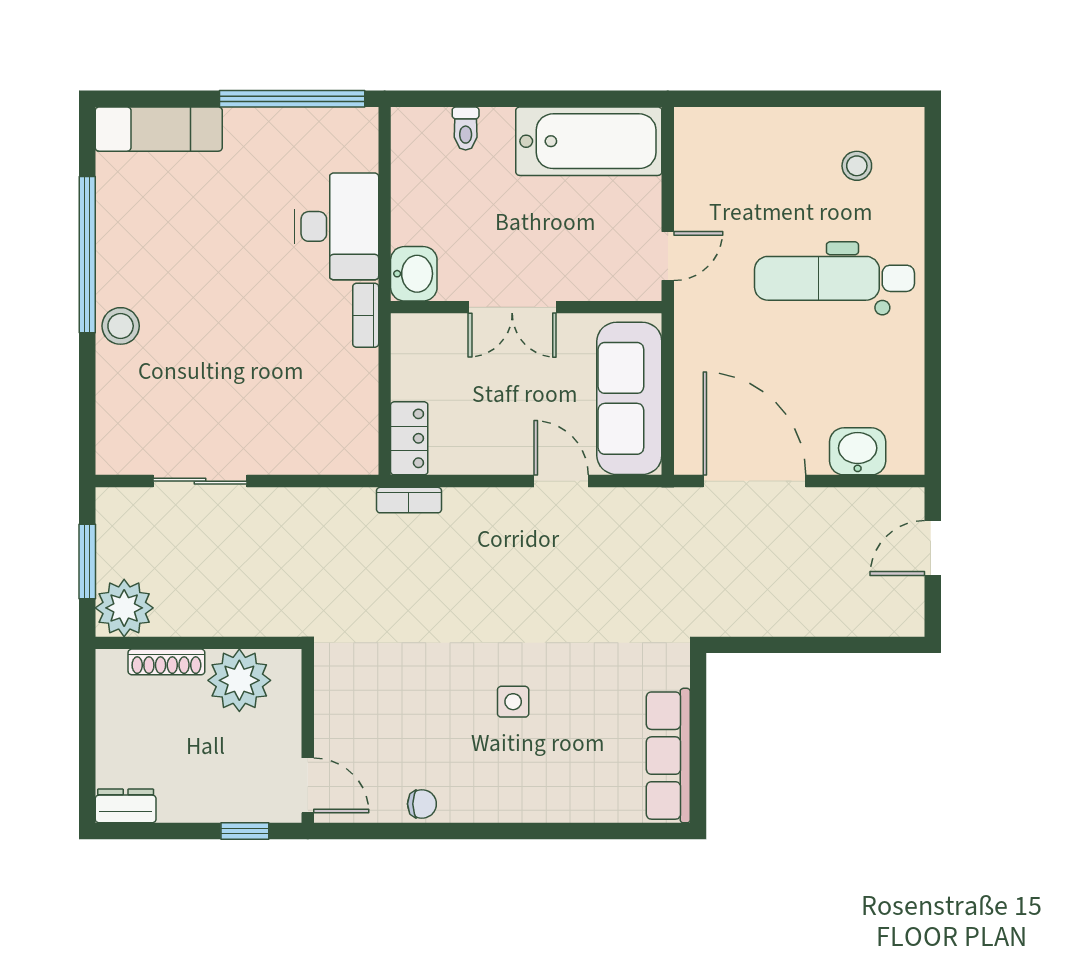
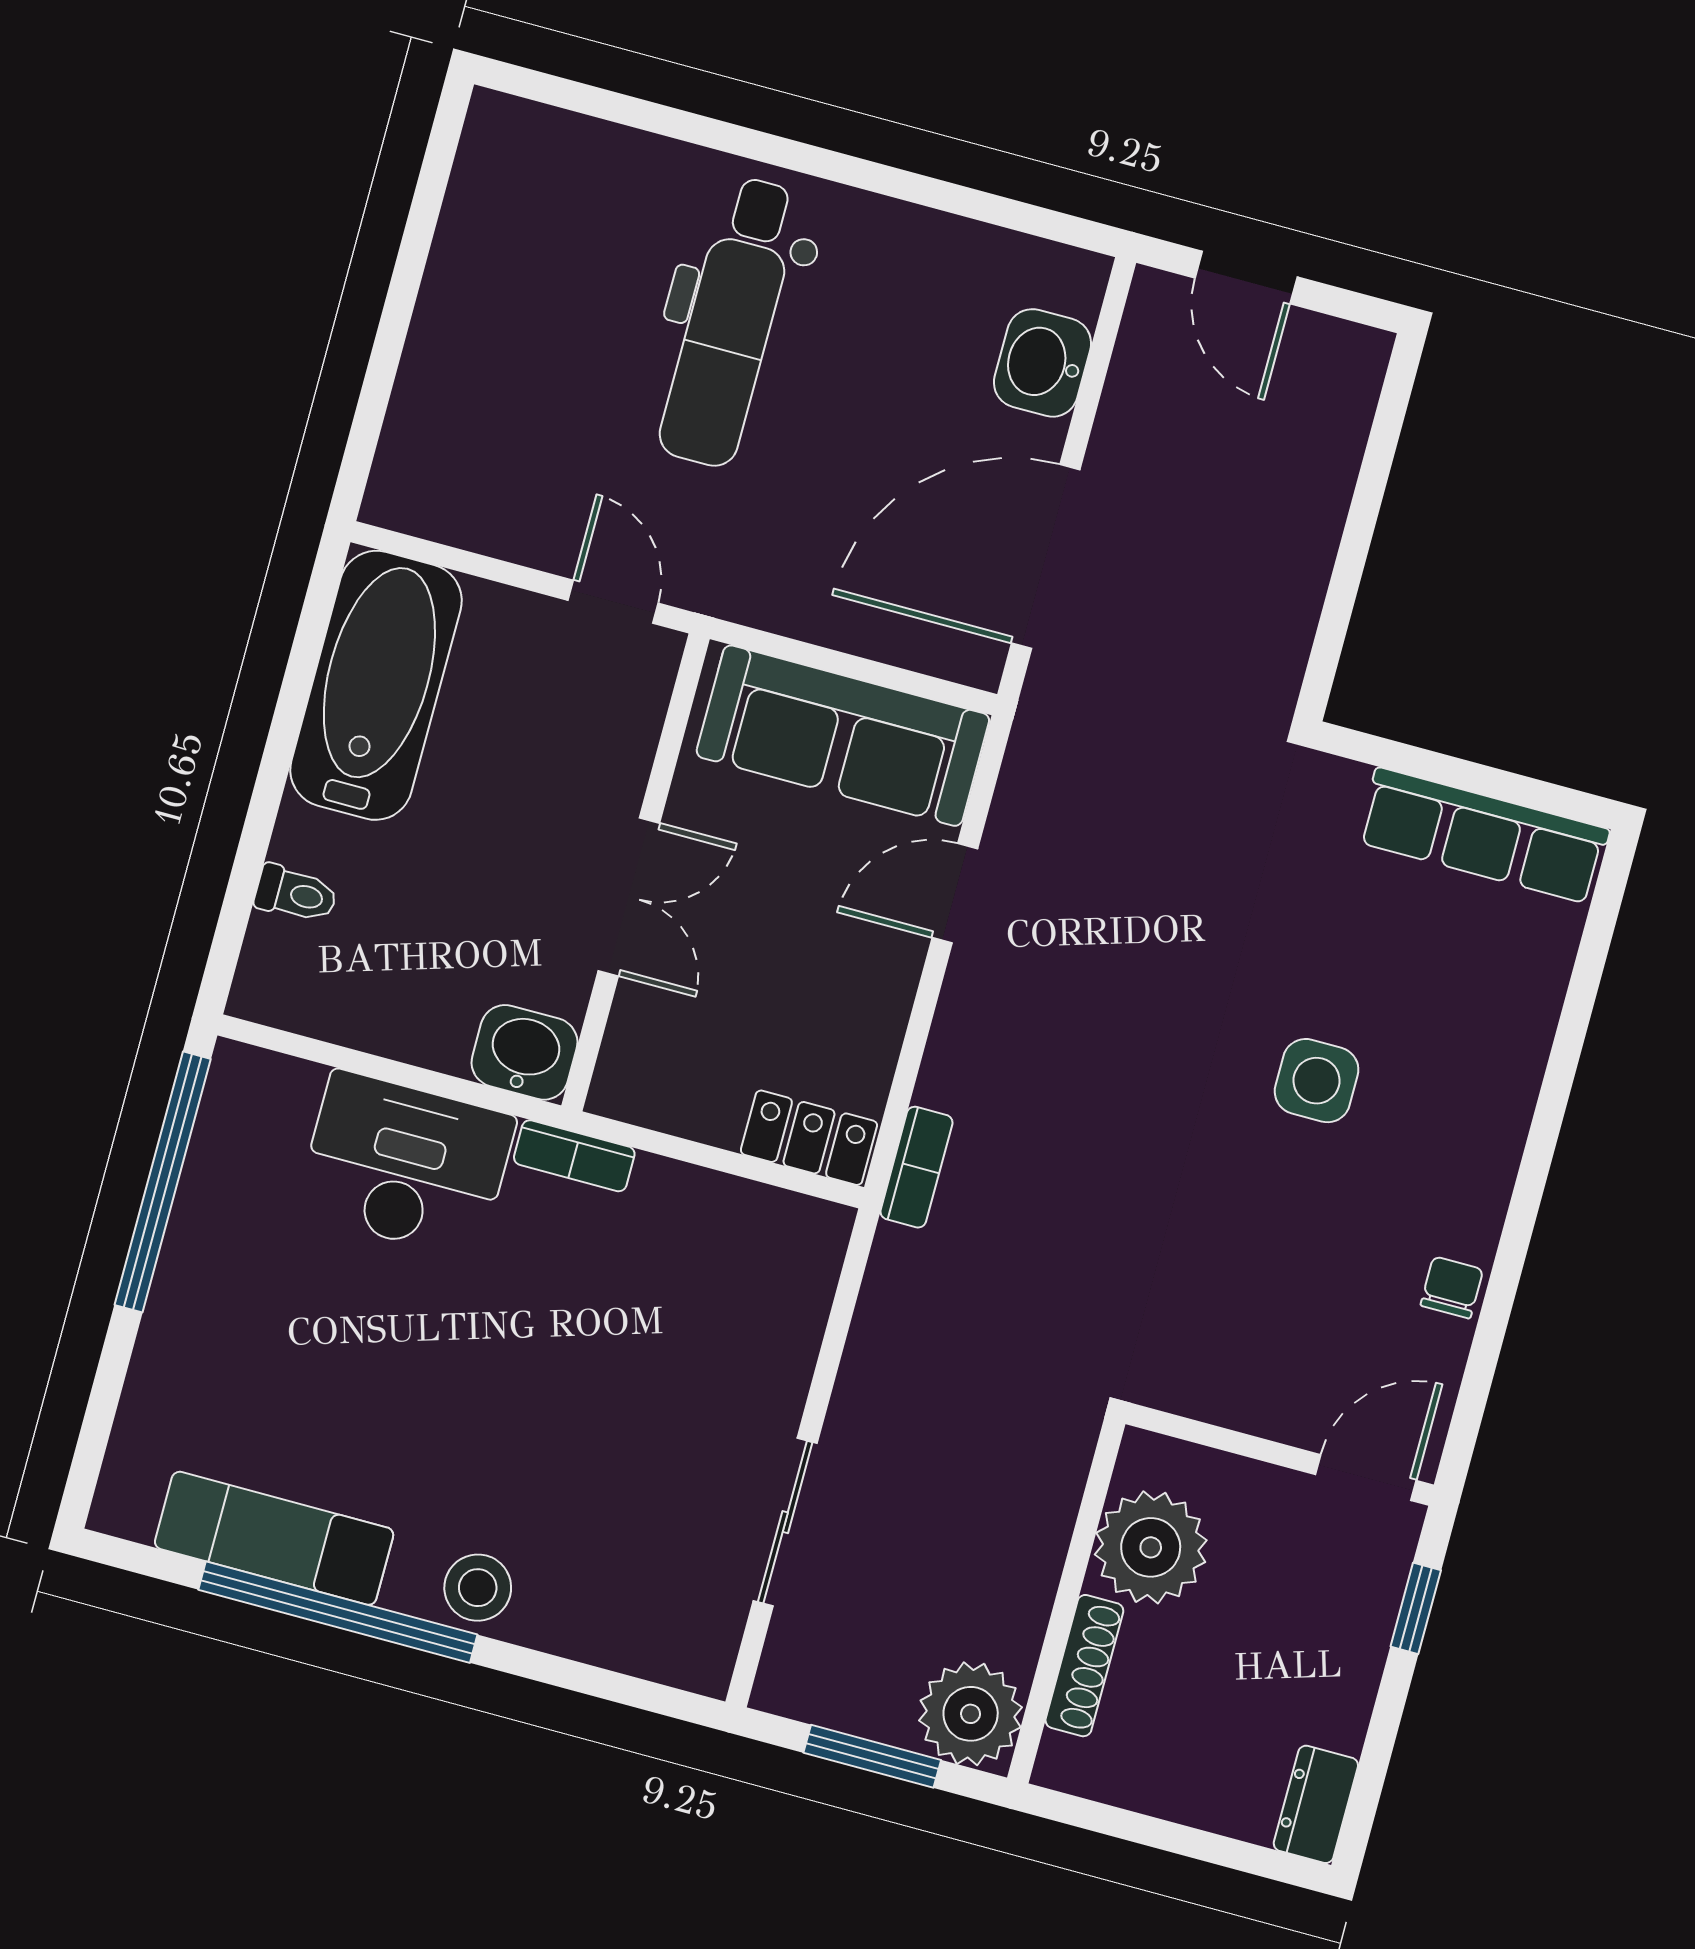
exam couch: (159, 129) -> (274, 1538), moved, turned -90
stool: (857, 166) -> (545, 230), removed
side table: (513, 702) -> (1317, 1081), width x1.37, depth x1.37

